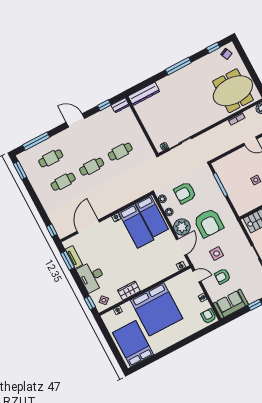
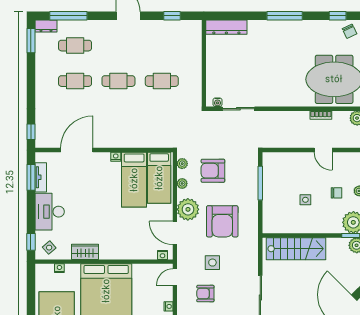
dresser: (120, 105) -> (46, 26), moved
door: (181, 247) -> (175, 233), swing flipped
door: (197, 276) -> (175, 277), swing flipped

